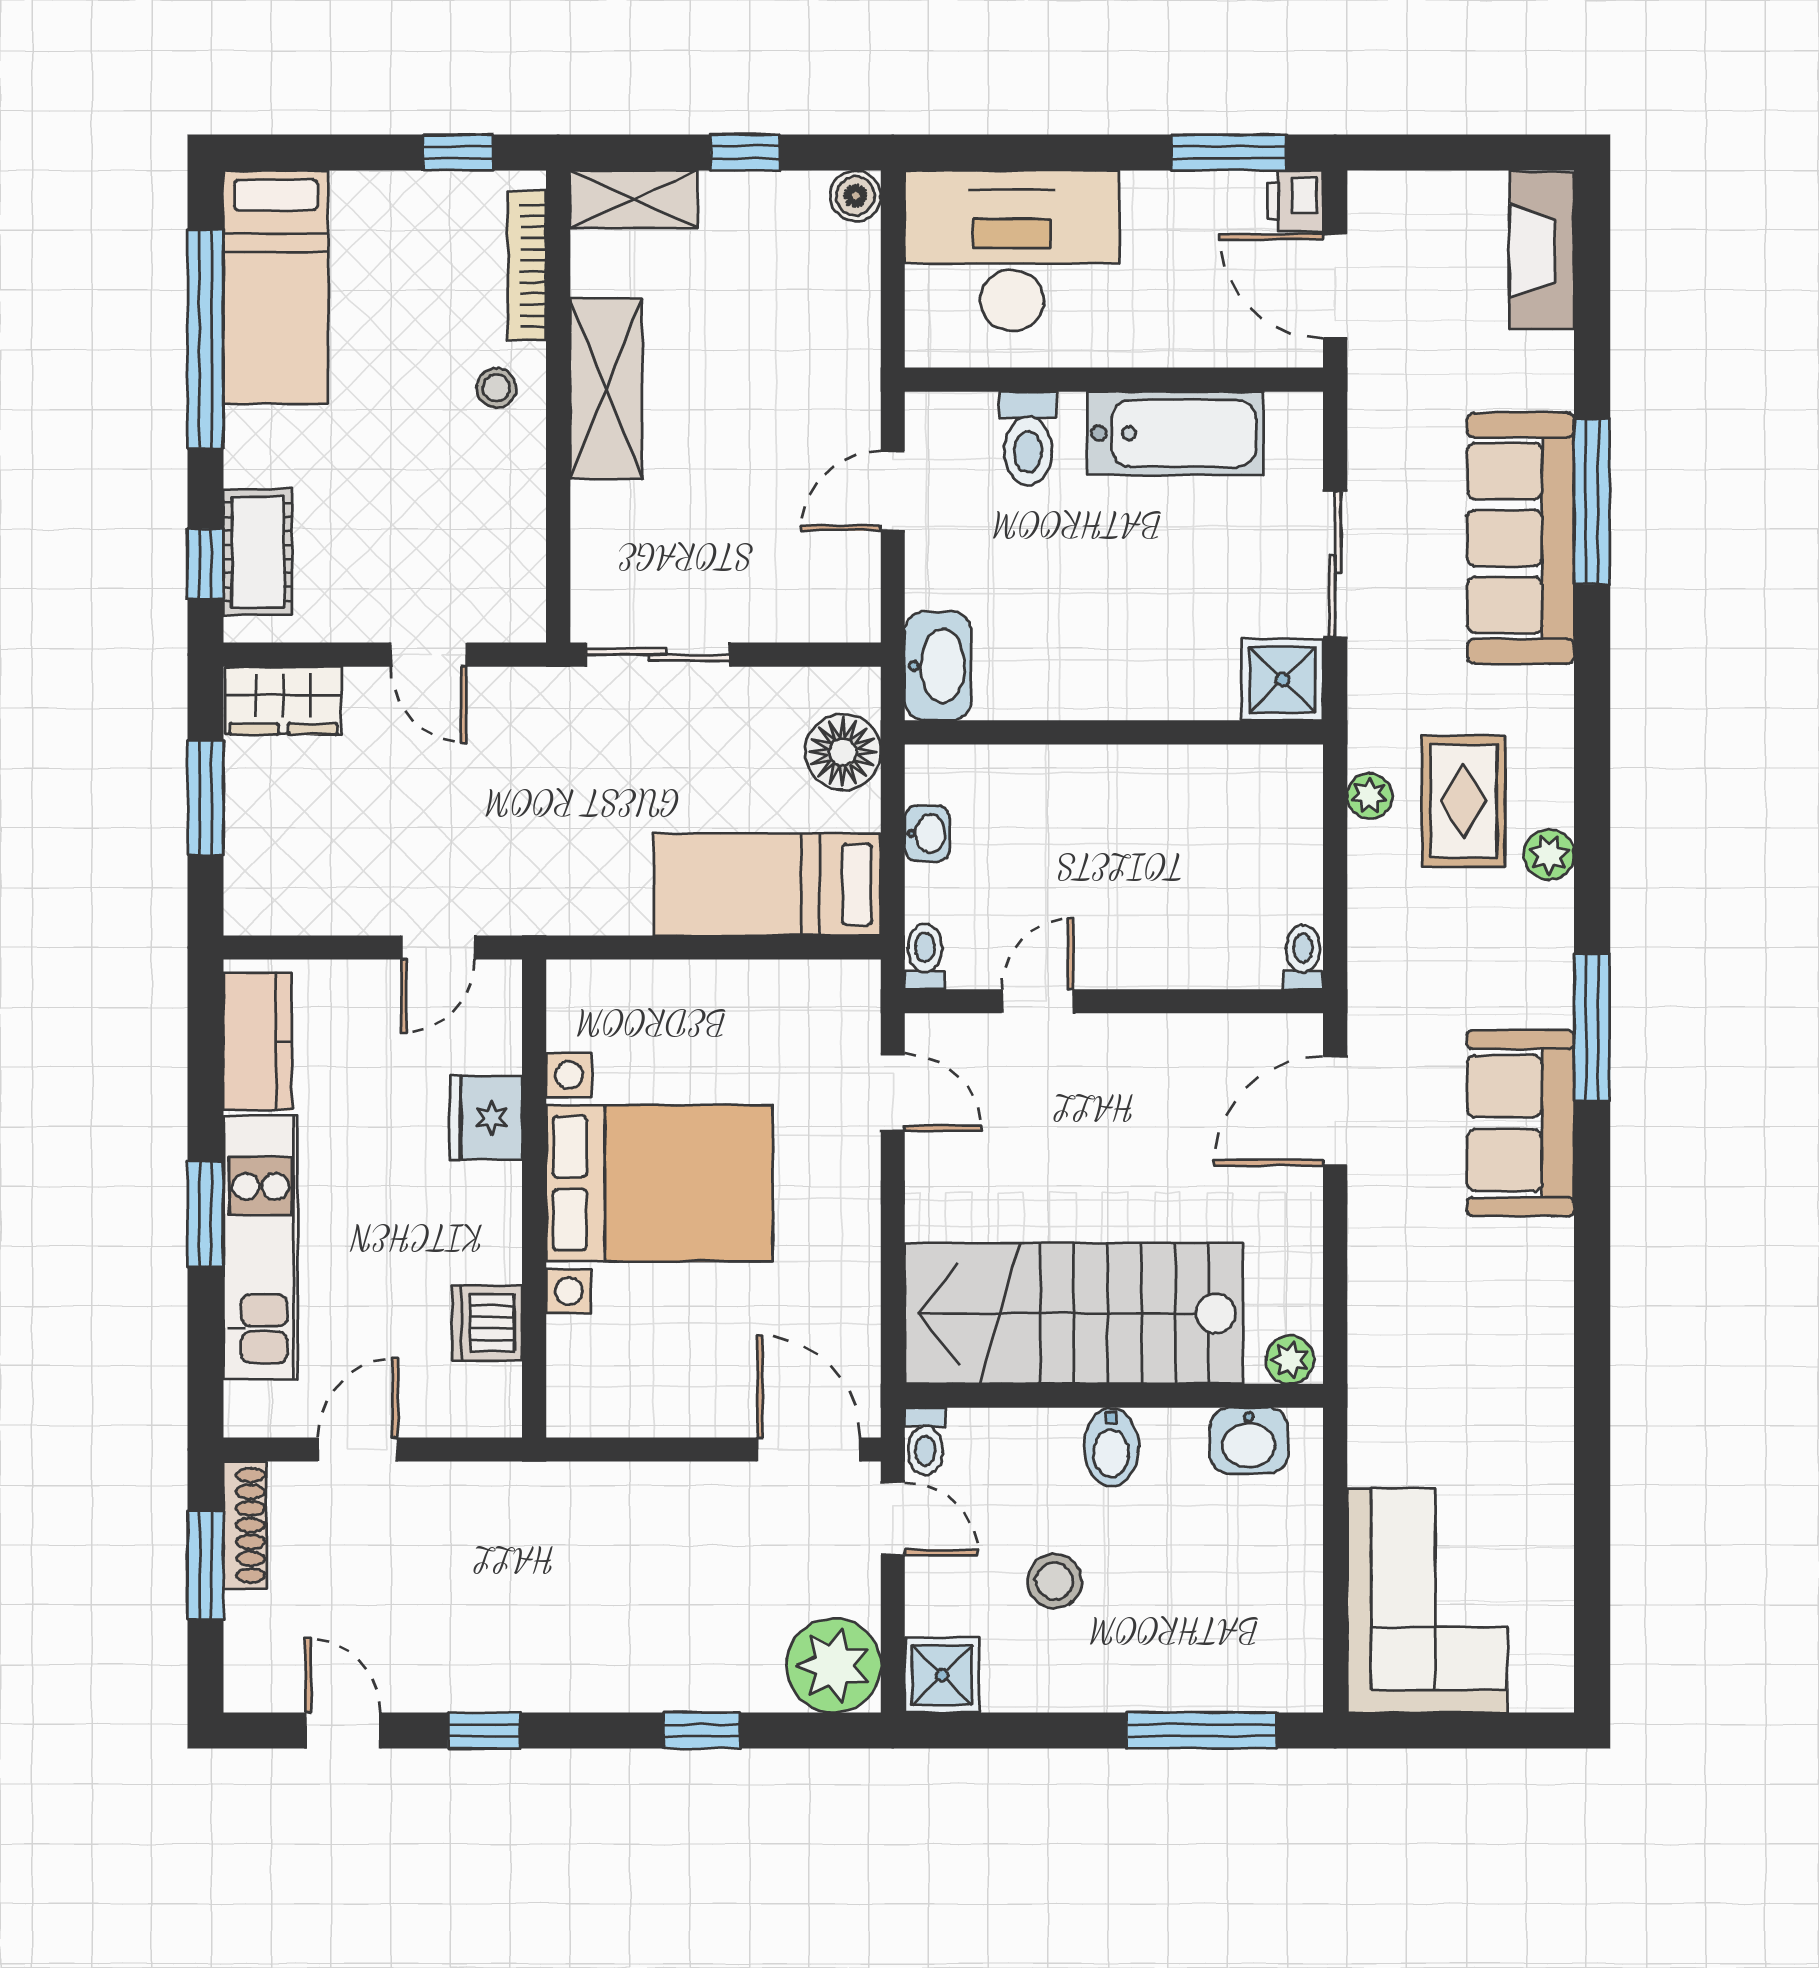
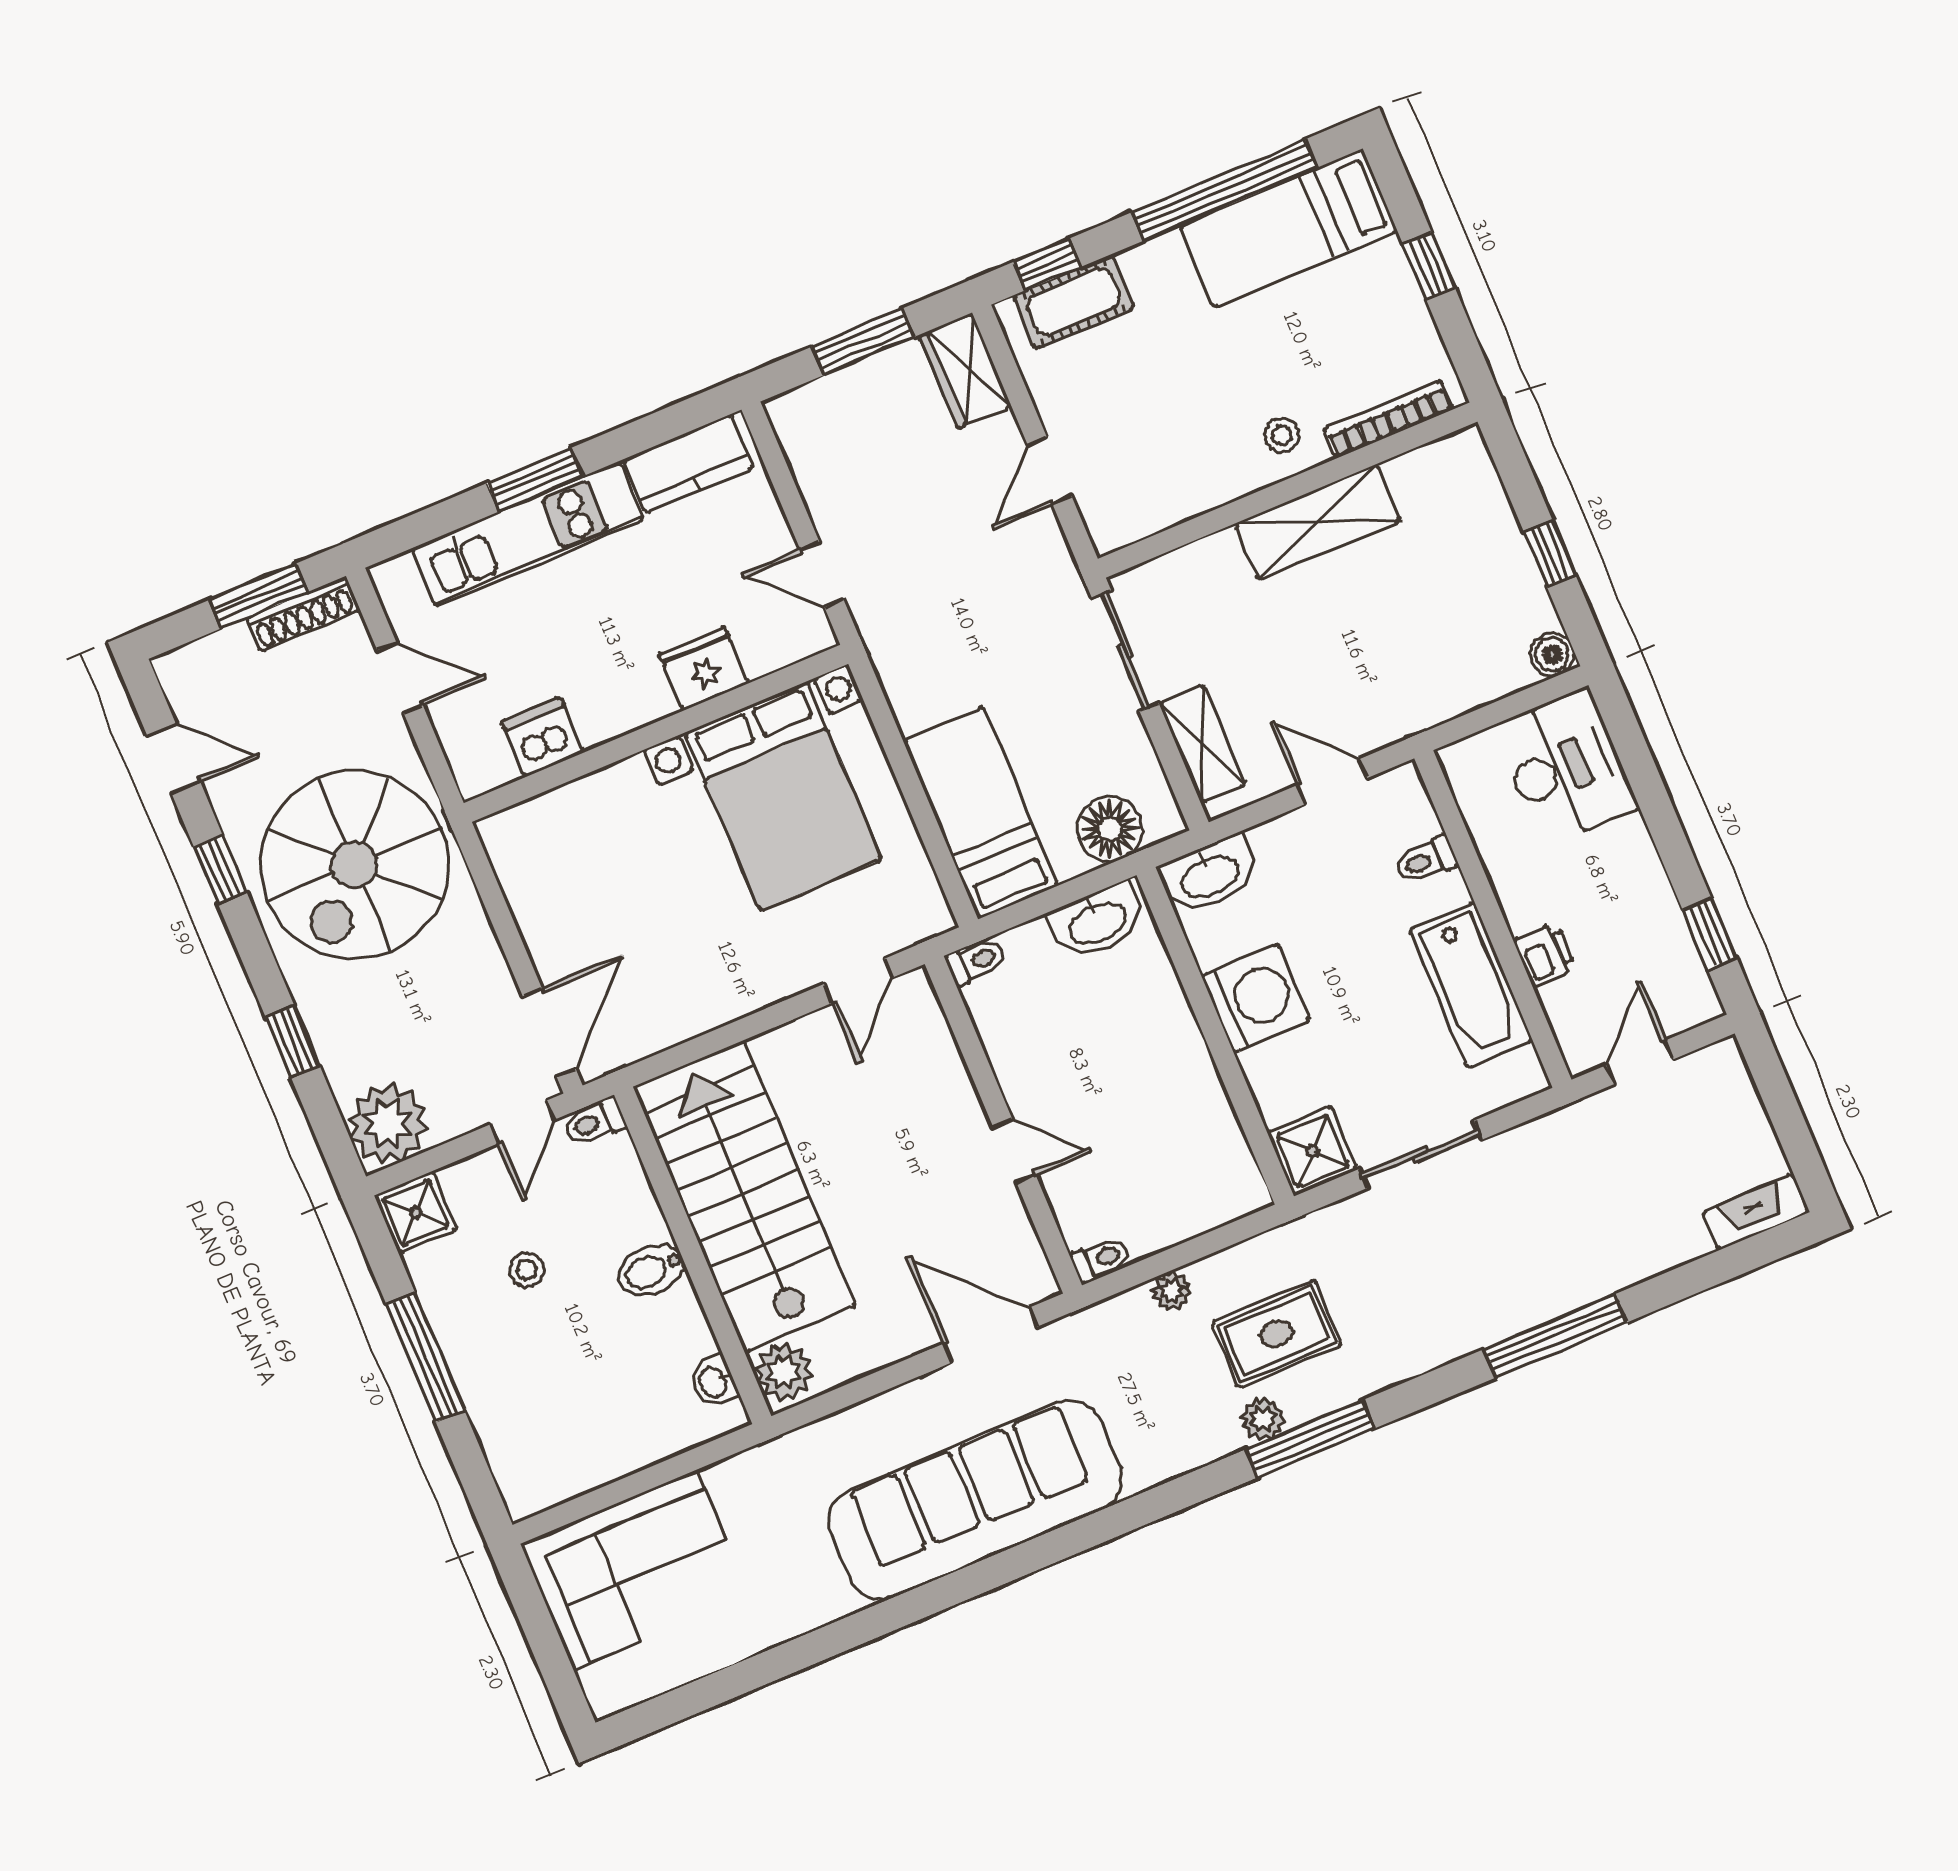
window: (458, 153) -> (1429, 266), moved
window: (1229, 153) -> (1710, 934), width x0.67
shelving: (634, 199) -> (1202, 744), moved
printer: (1295, 201) -> (1545, 955), moved, turned 90
desk: (1012, 251) -> (1566, 767), width x0.73, depth x0.77
fireplace: (1542, 251) -> (1755, 1212), width x0.73, depth x0.76
door: (1335, 286) -> (1640, 1062), width x0.73
toilet: (1028, 439) -> (1426, 860), width x0.73, depth x0.72
sofa: (1521, 538) -> (1503, 1292), removed
washing machine: (1092, 671) -> (1256, 998), added
plant: (1370, 796) -> (1172, 1291), moved
washbasin: (927, 834) -> (1097, 922), width x1.91, depth x1.45
door: (1037, 1001) -> (1014, 1151), moved
window: (1592, 1027) -> (1310, 1439), moved
sofa: (1521, 1123) -> (975, 1500), width x1.85, depth x1.27
bed with nightstands: (659, 1183) -> (783, 796), moved
plant: (1290, 1360) -> (784, 1372), width x1.38, depth x1.38
washbasin: (1249, 1441) -> (714, 1382), width x0.72, depth x0.69
stool: (1054, 1581) -> (527, 1270), width x0.73, depth x0.73
spiral stairs: (539, 1583) -> (354, 864), added
door: (343, 1730) -> (174, 759), hinge flipped
window: (1202, 1730) -> (425, 1357), moved

